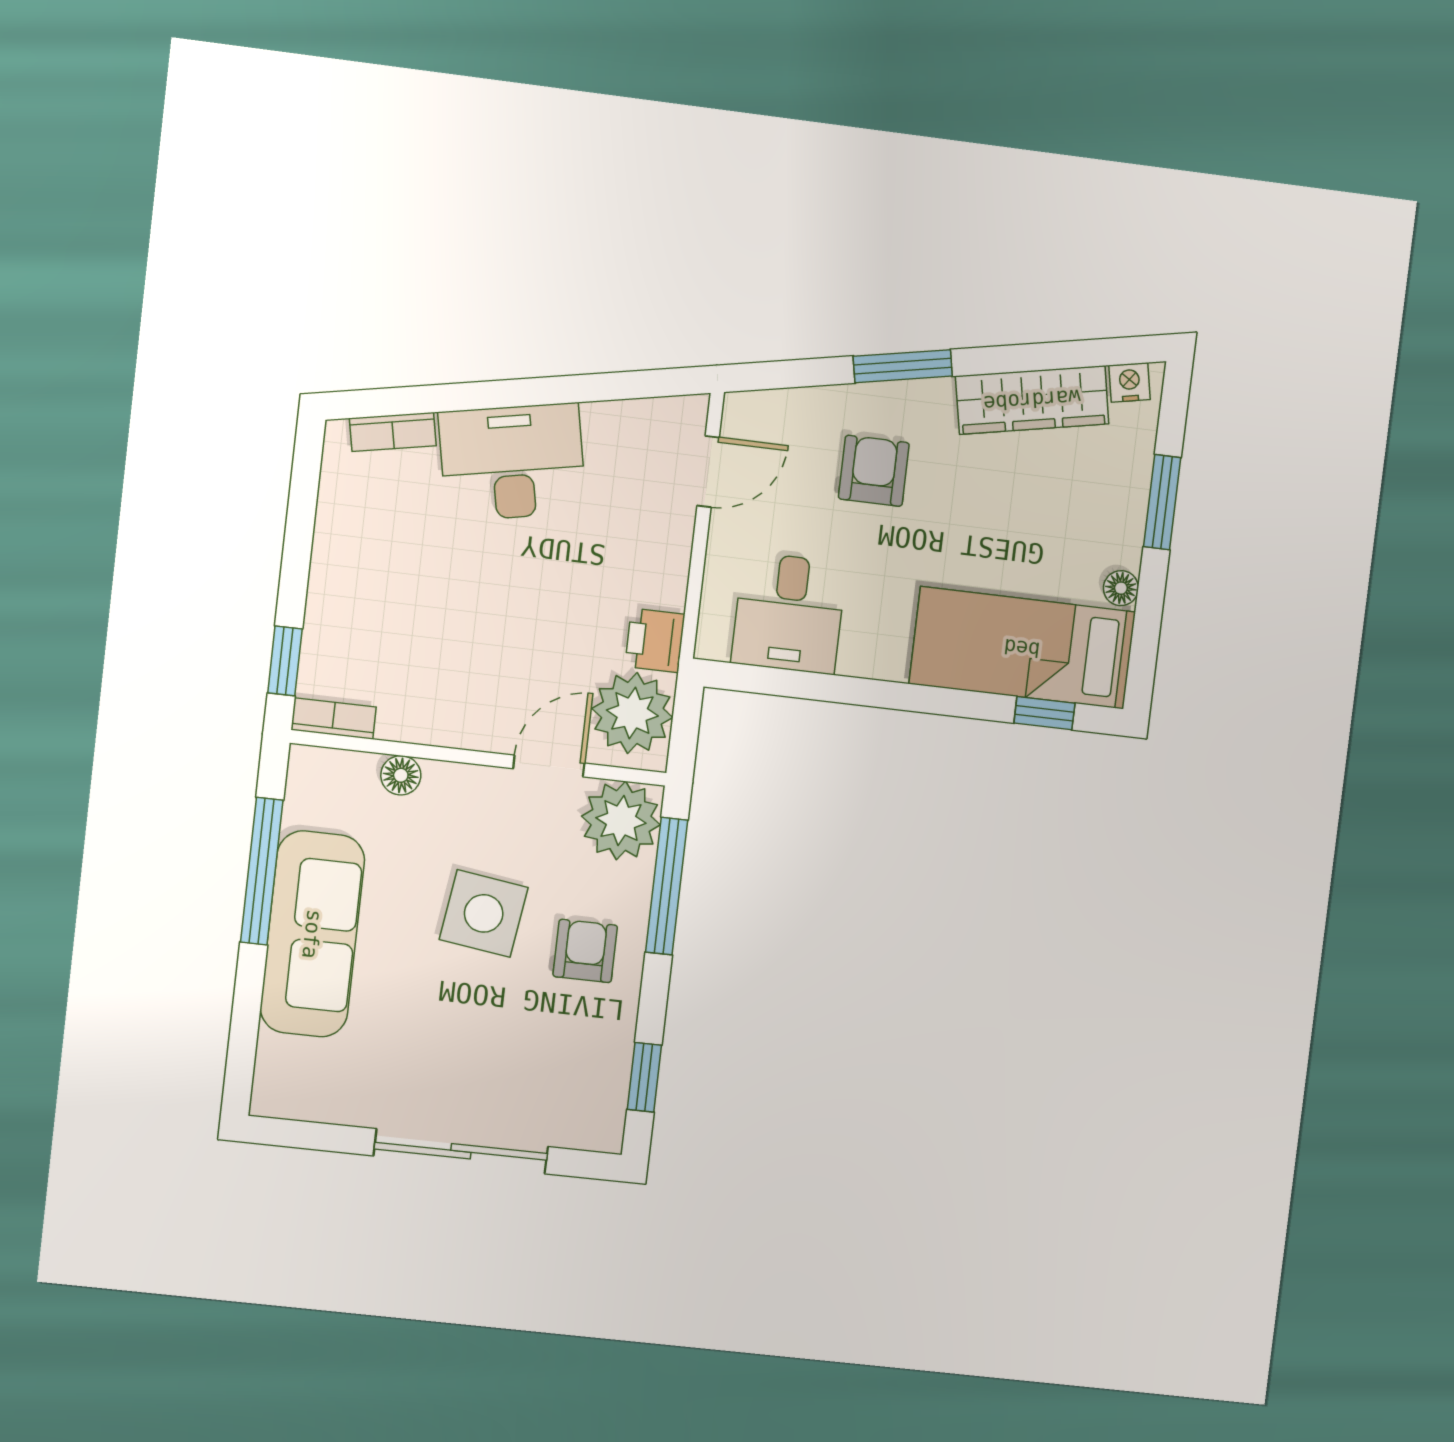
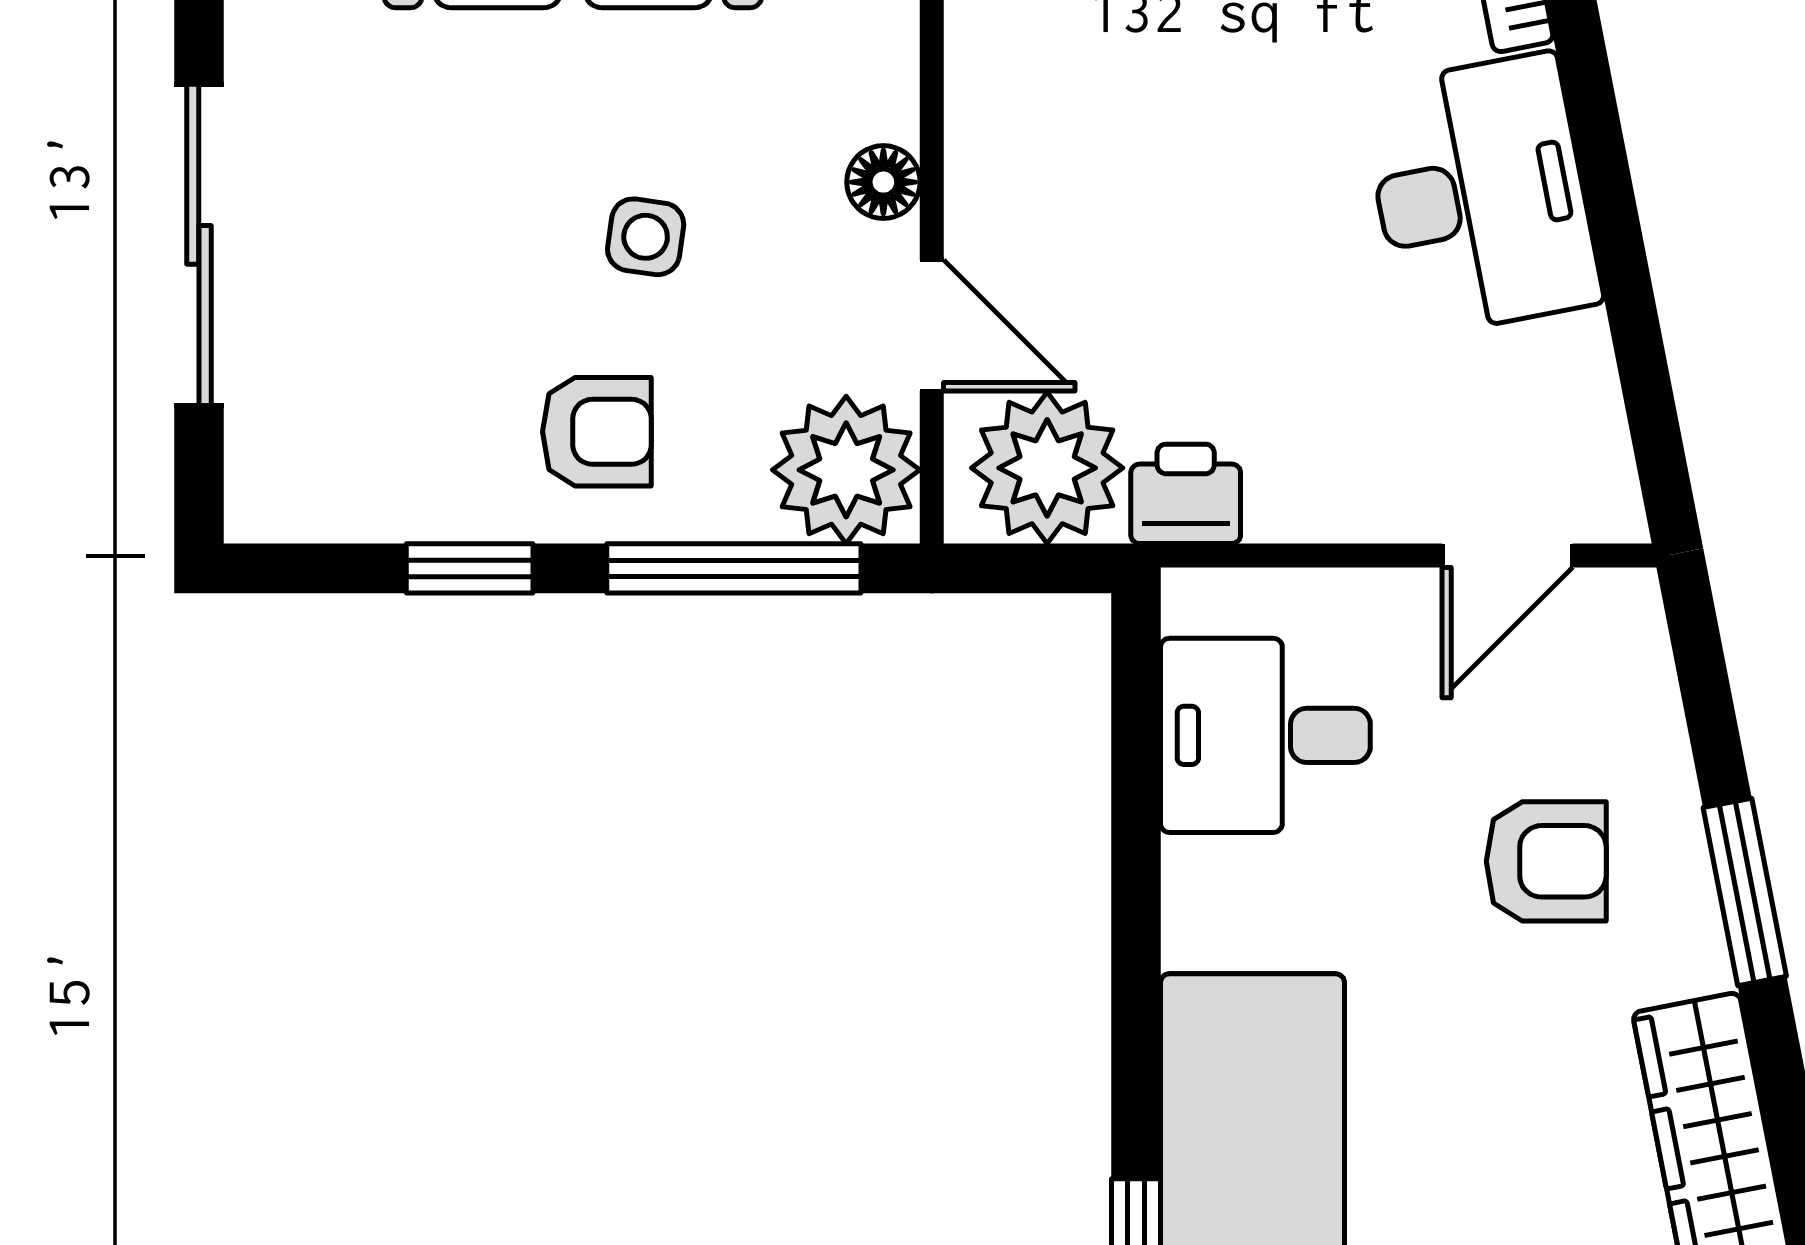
door: (708, 472) -> (1507, 556), hinge flipped
floor lamp: (401, 775) -> (883, 182), moved
side table: (484, 913) -> (646, 237), width x0.54, depth x0.54
window: (644, 1077) -> (470, 568), moved

